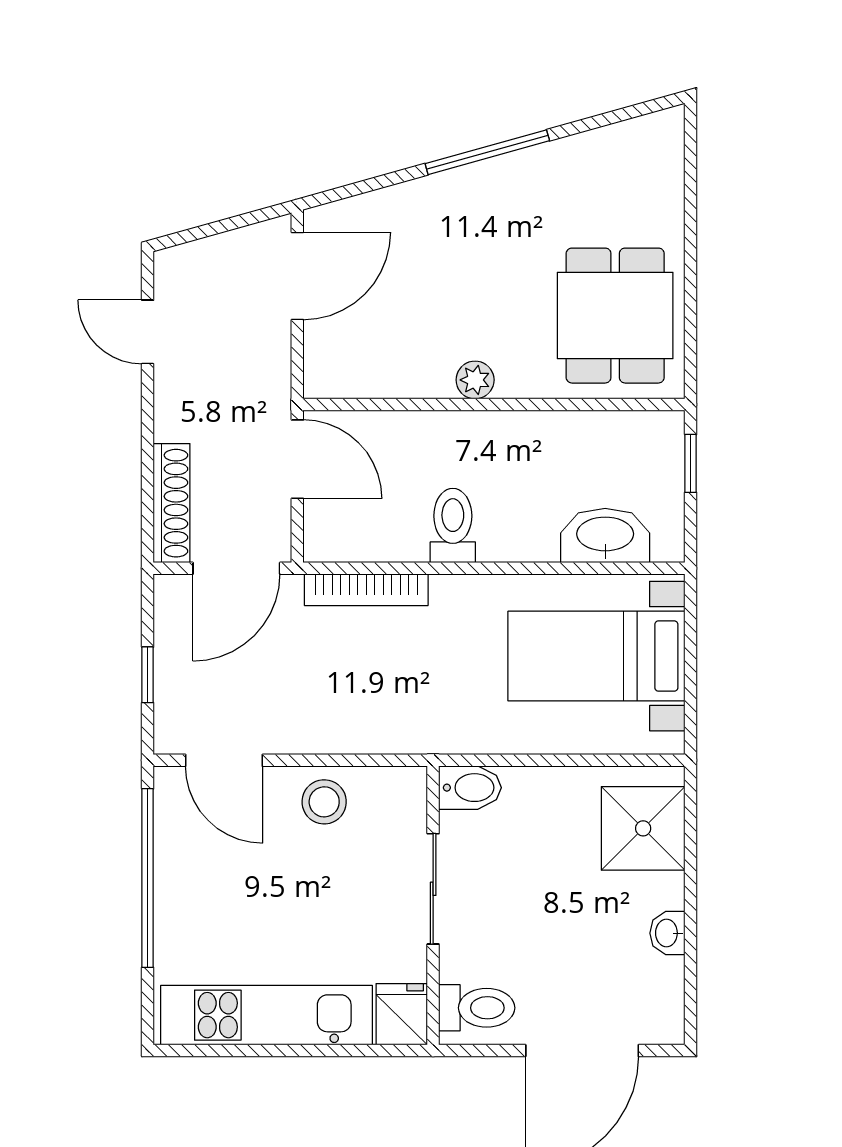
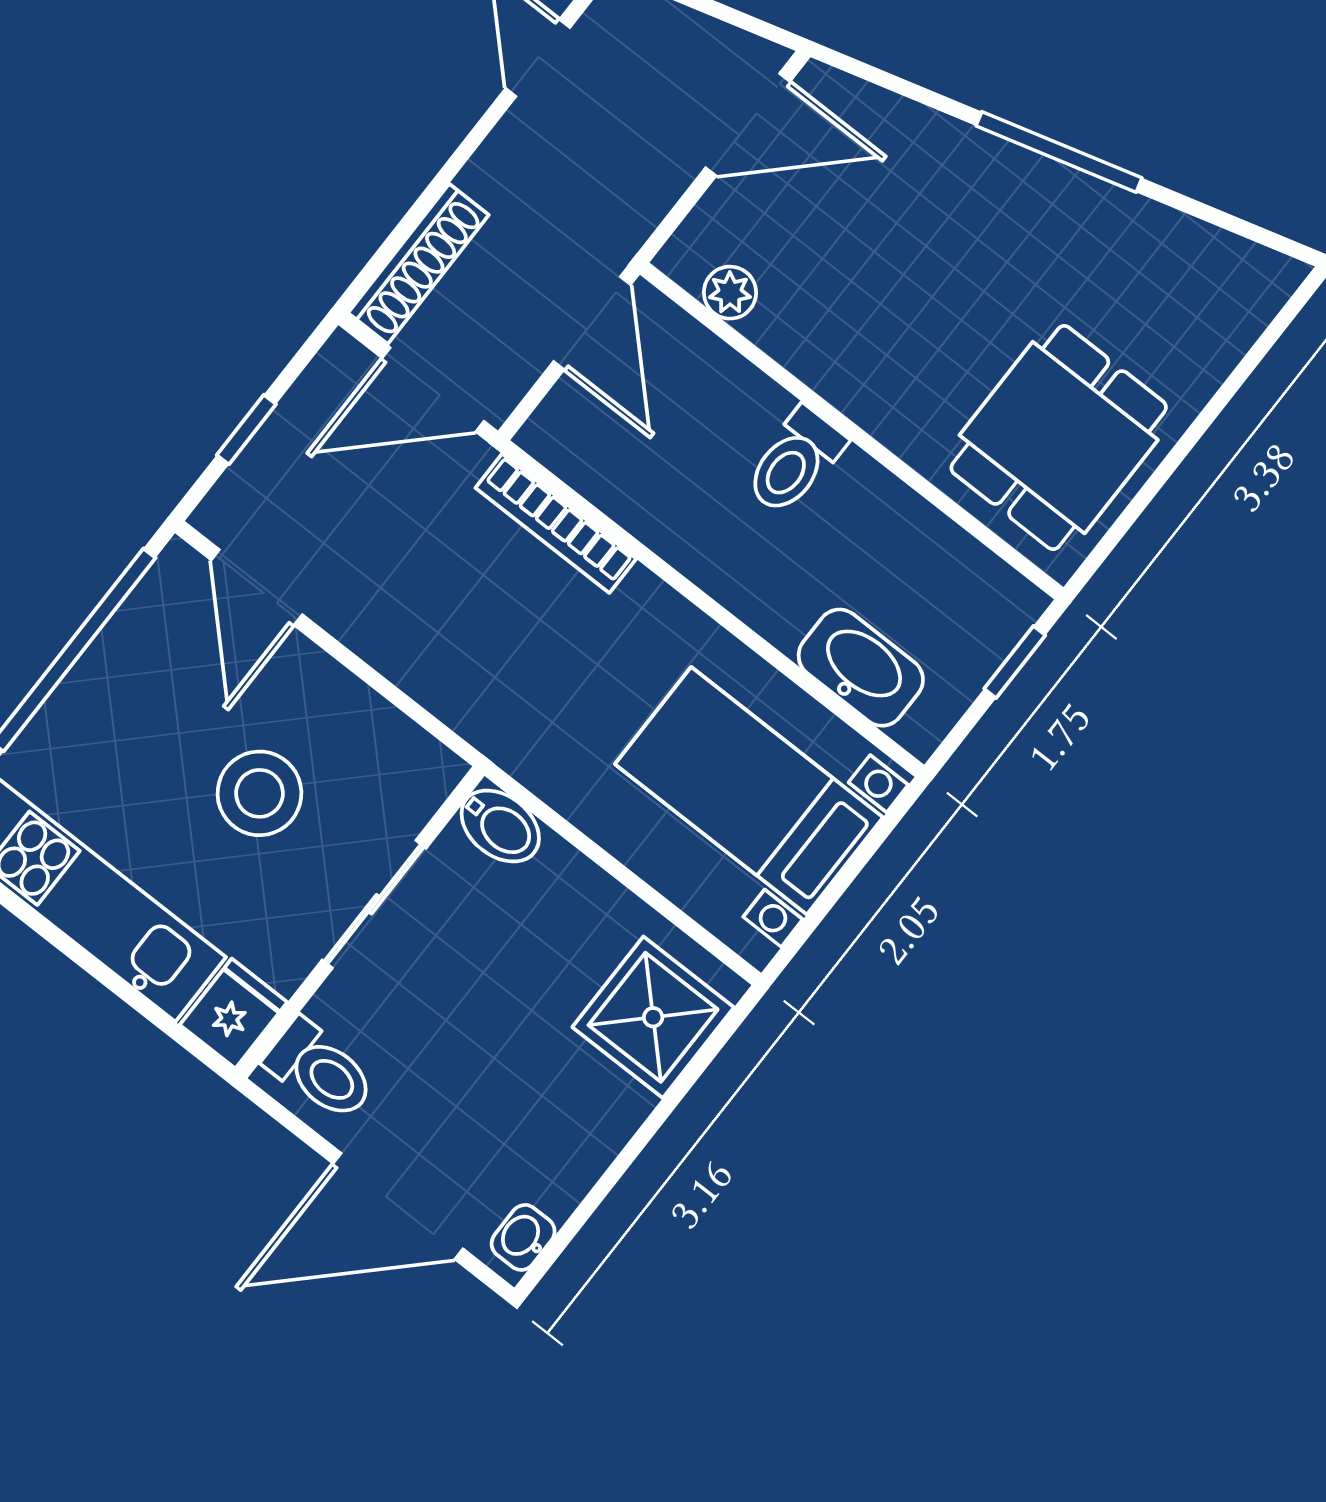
plant: (475, 380) -> (730, 293), moved
toilet: (453, 526) -> (795, 461), moved, turned 180
stool: (324, 802) -> (259, 793), moved, width x1.38, depth x1.38
washbasin: (667, 933) -> (523, 1237), moved

